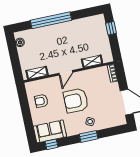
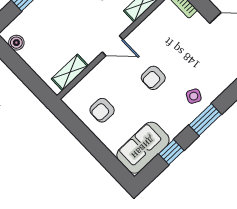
door: (66, 73) -> (113, 46), hinge flipped
armchair: (76, 101) -> (153, 78), width x0.53, depth x0.53
window: (51, 144) -> (171, 152), moved

